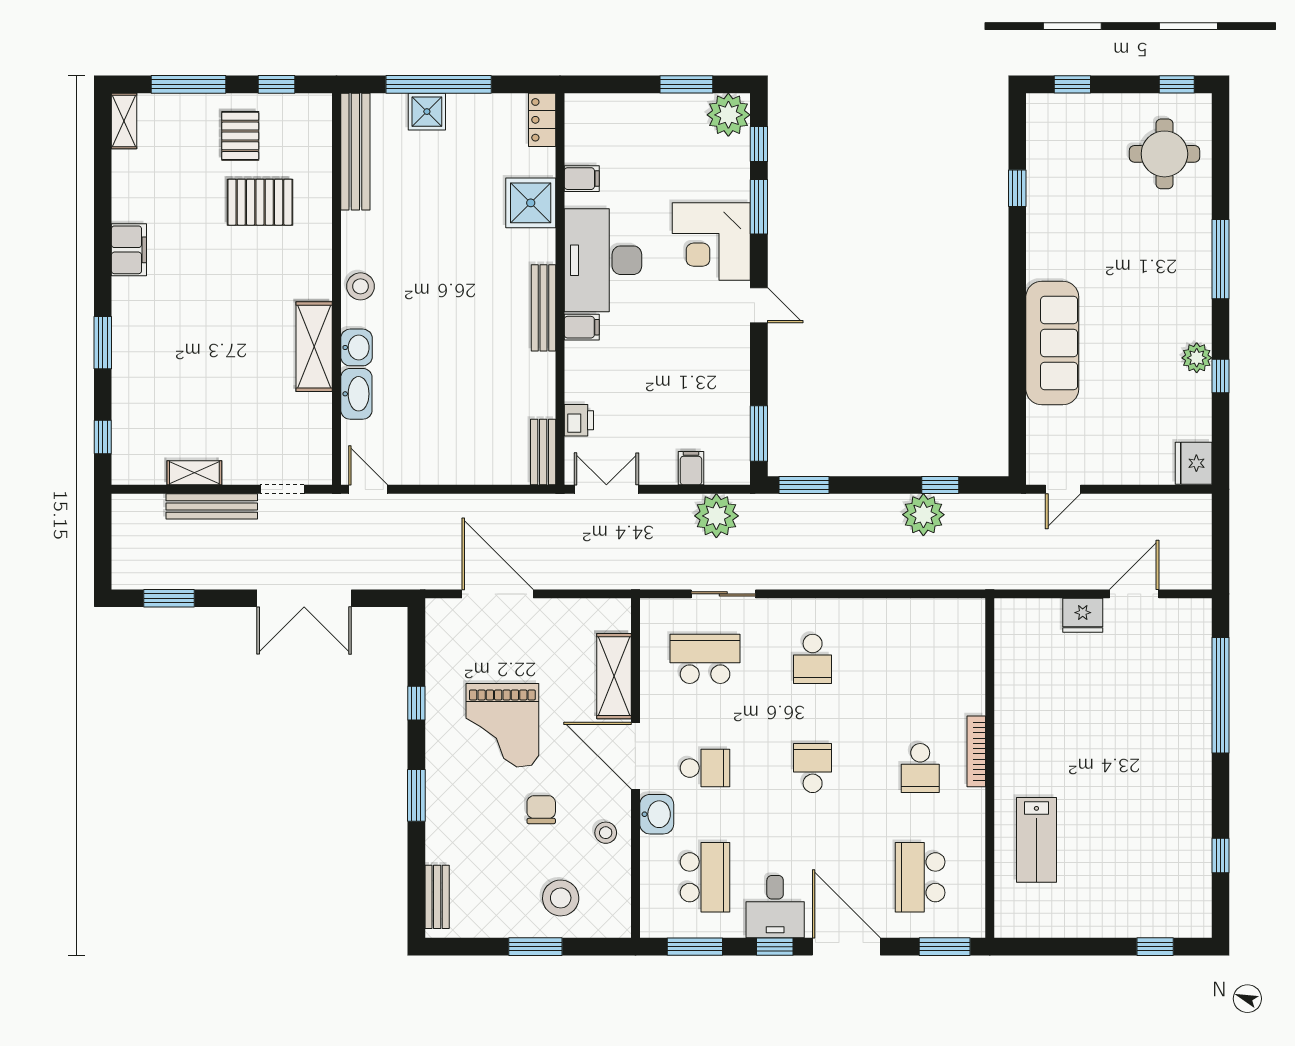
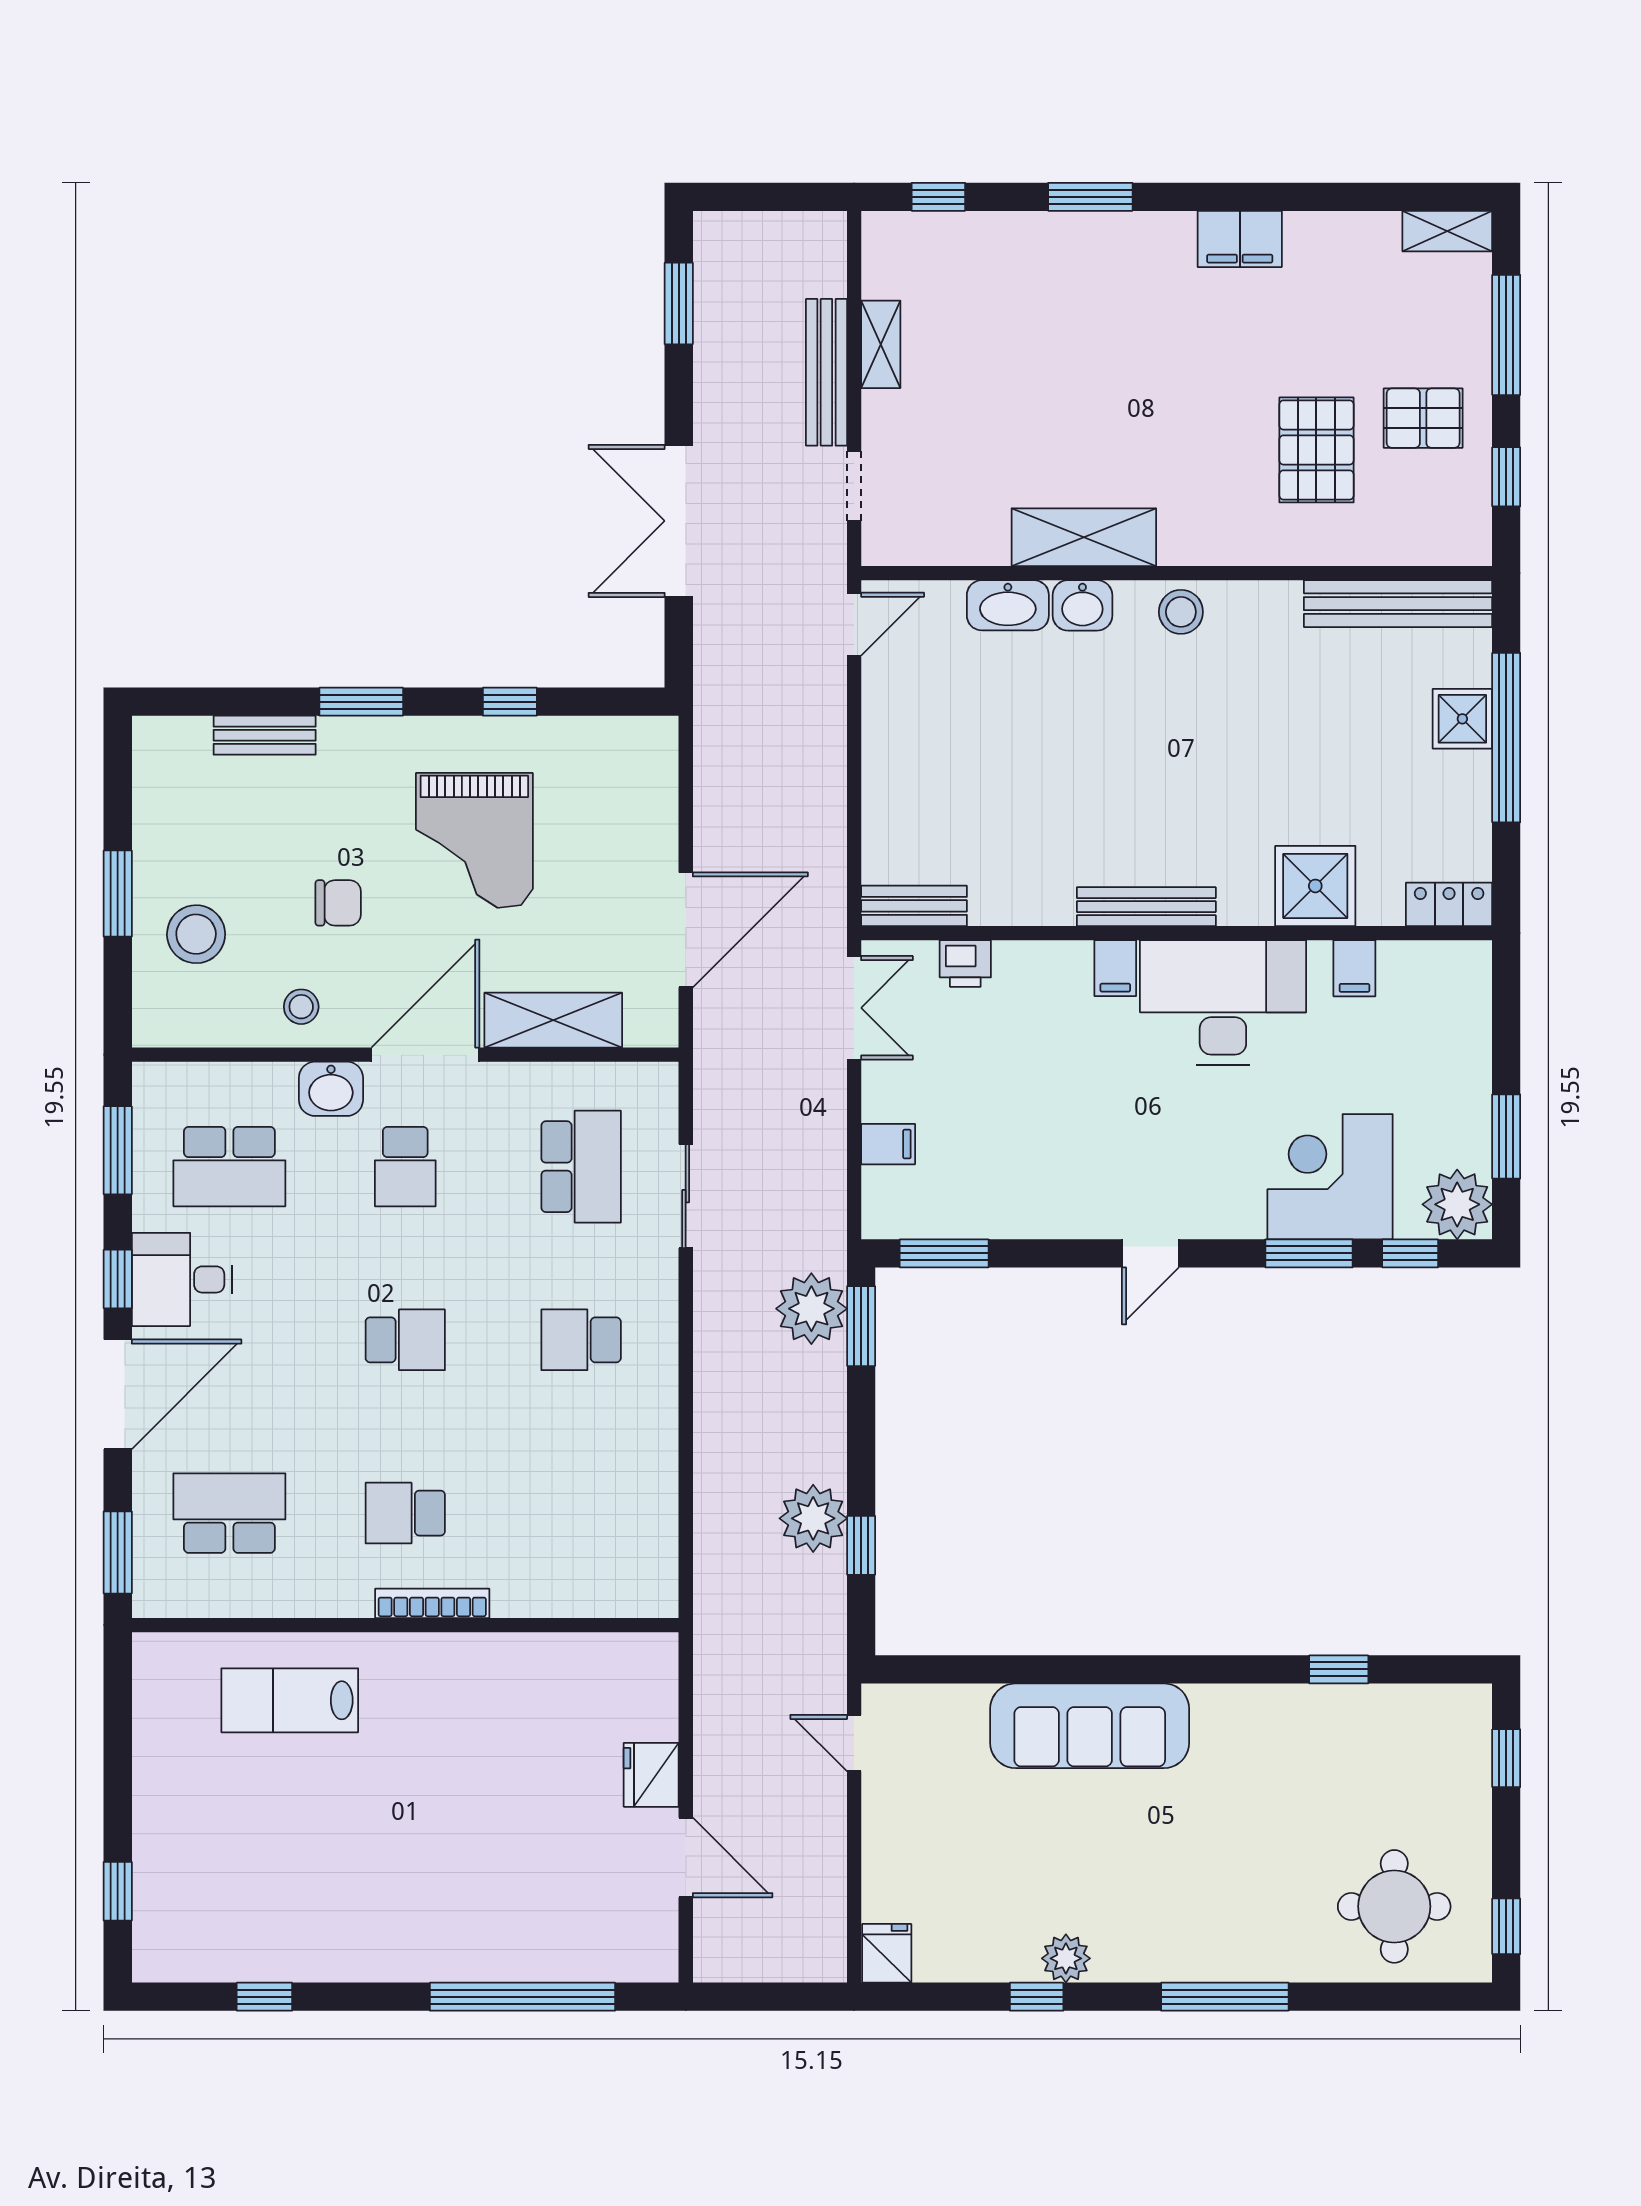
corner desk: (711, 241) -> (1330, 1177), moved
fridge: (1194, 463) -> (887, 1953), width x0.72
plant: (716, 516) -> (811, 1309), moved
door: (498, 594) -> (686, 930), moved
grand piano: (502, 725) -> (474, 840), turned -90
bench: (437, 897) -> (265, 735), moved

